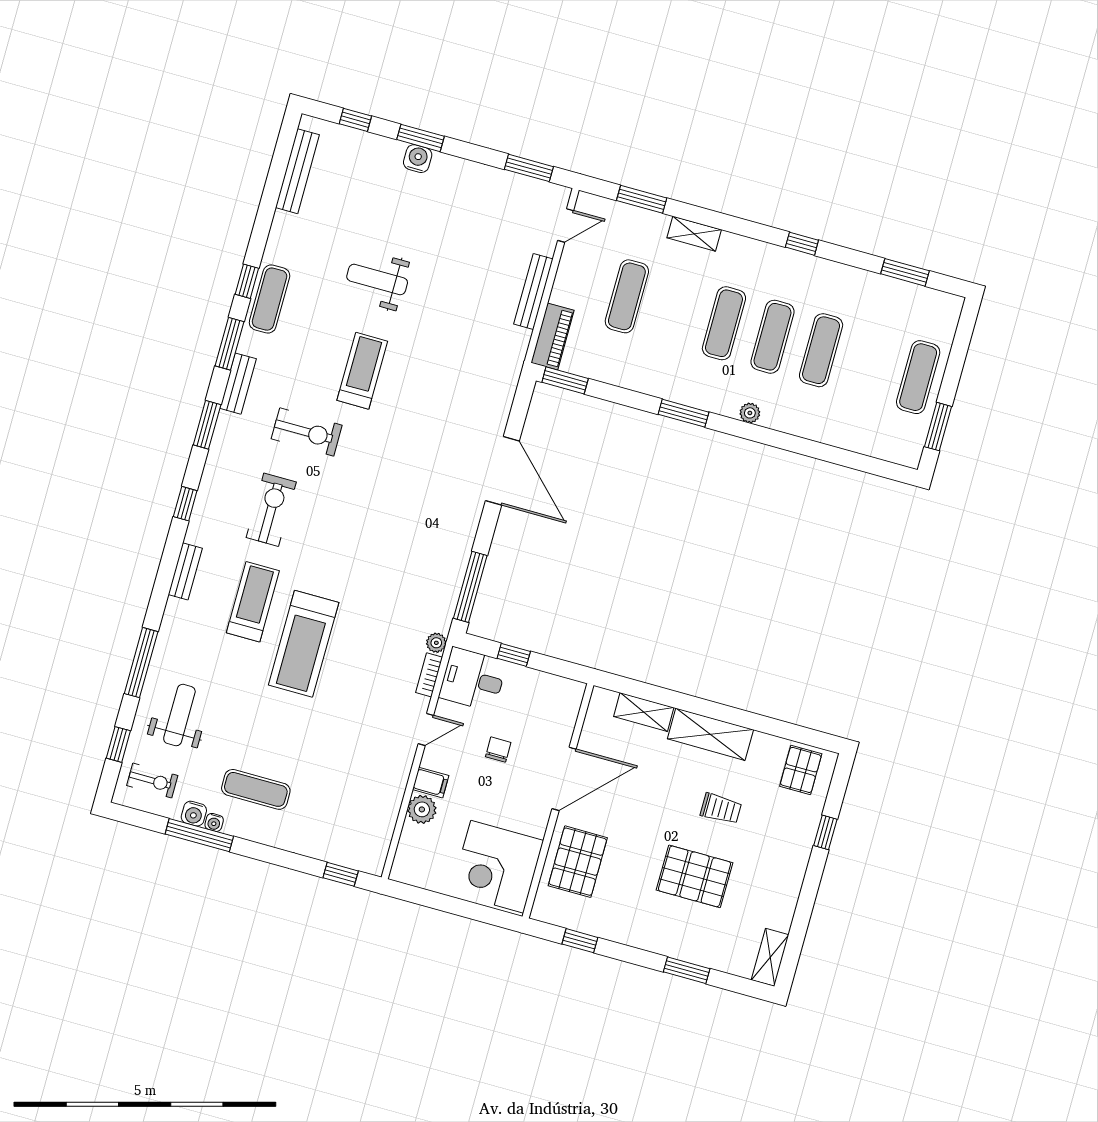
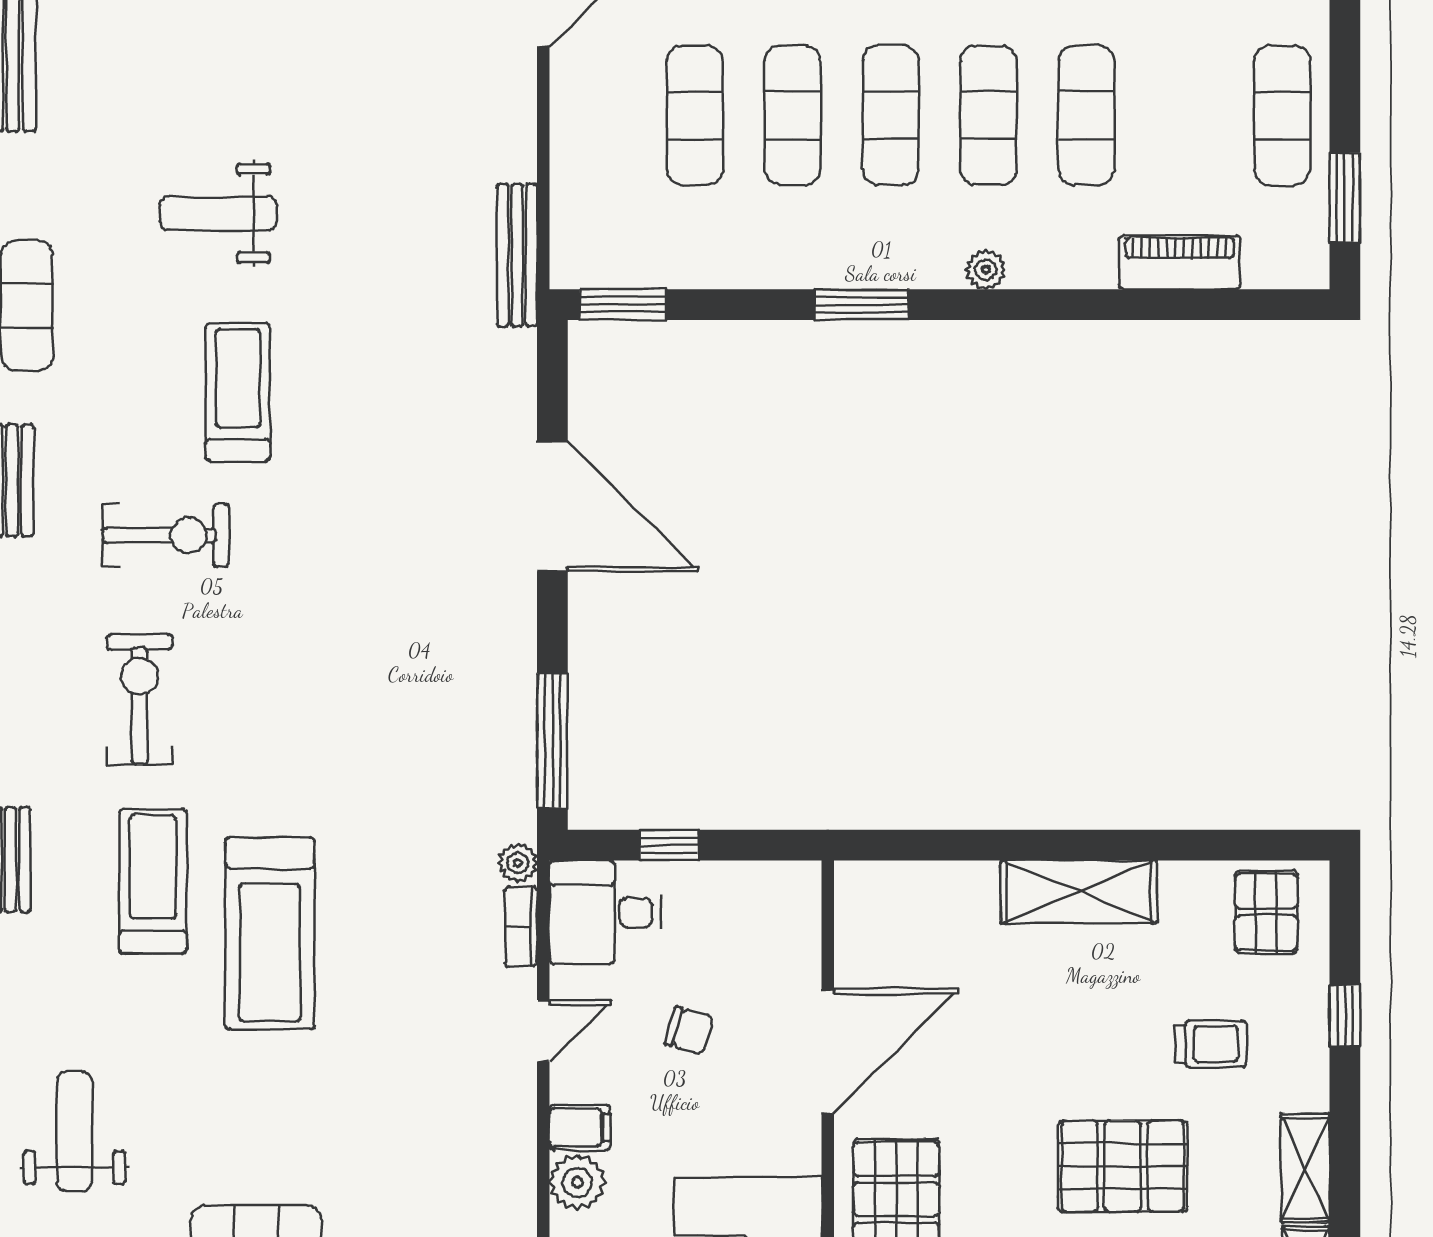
bench: (533, 291) -> (517, 255), moved
exercise mat: (675, 310) -> (793, 115), added
piano: (553, 336) -> (1180, 262), moved, turned -90
shelving: (644, 712) -> (1305, 1168), moved, turned 90
chair: (498, 750) -> (689, 1031), turned 106
trolley: (721, 809) -> (1211, 1044), moved

